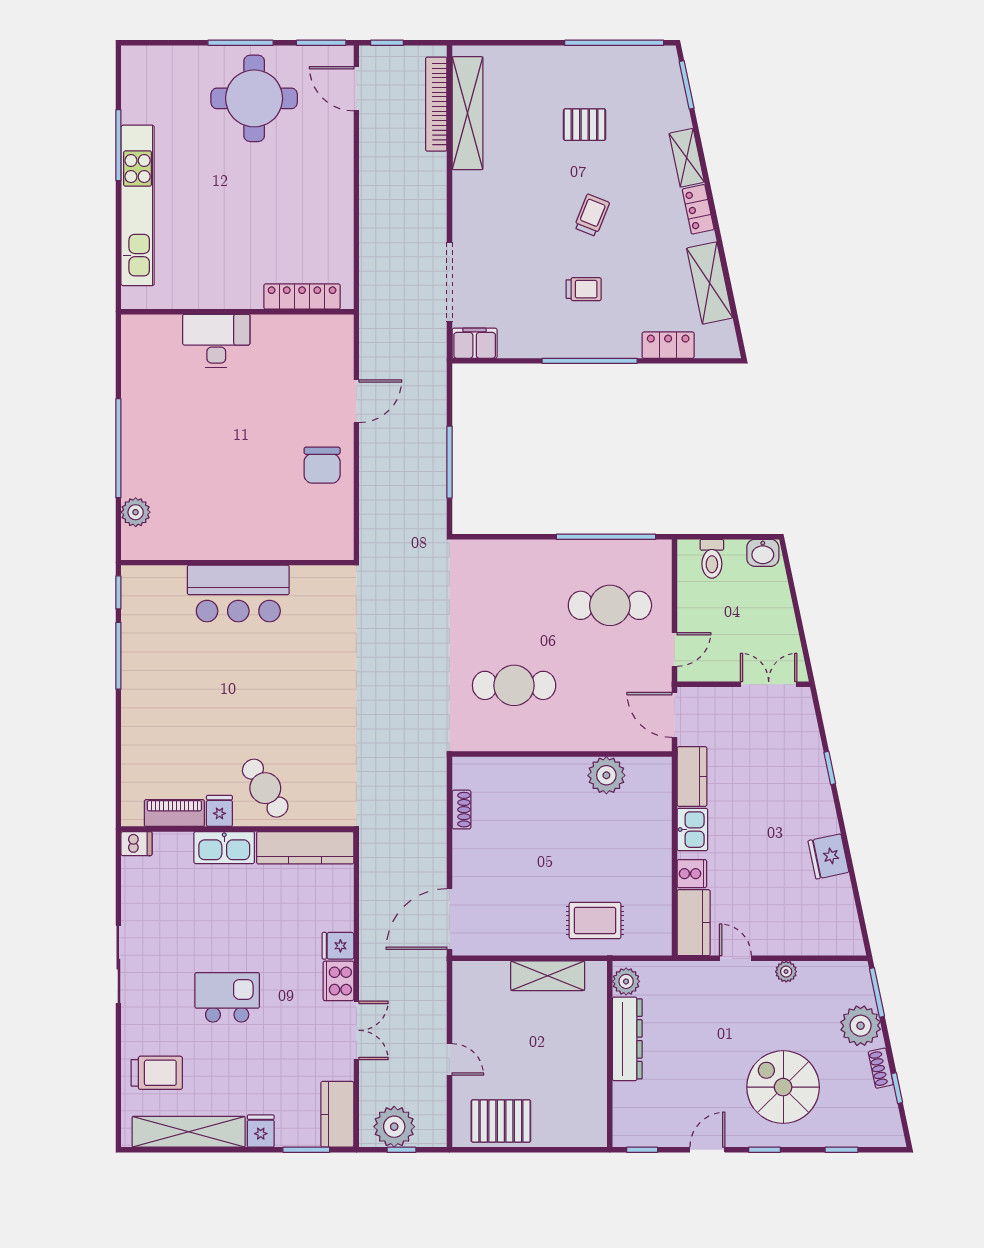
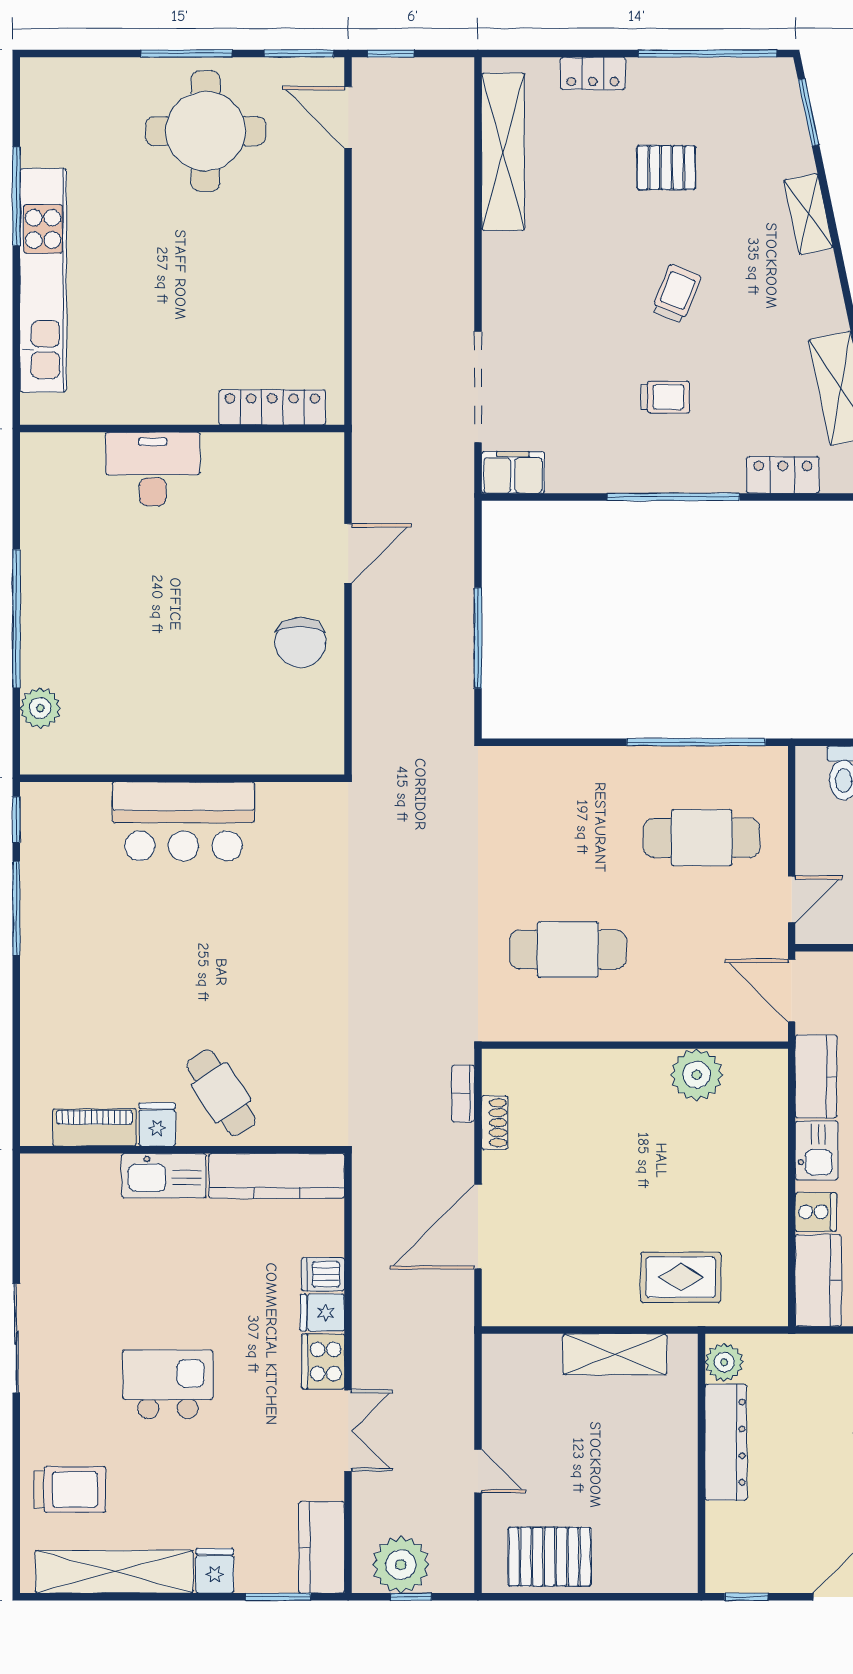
bookcase: (436, 104) -> (463, 1094), moved, width x0.43, depth x0.76
locker: (698, 209) -> (593, 73), moved, turned -78
dishwasher: (136, 844) -> (323, 1274), moved, turned 180
door: (449, 919) -> (478, 1227), moved

